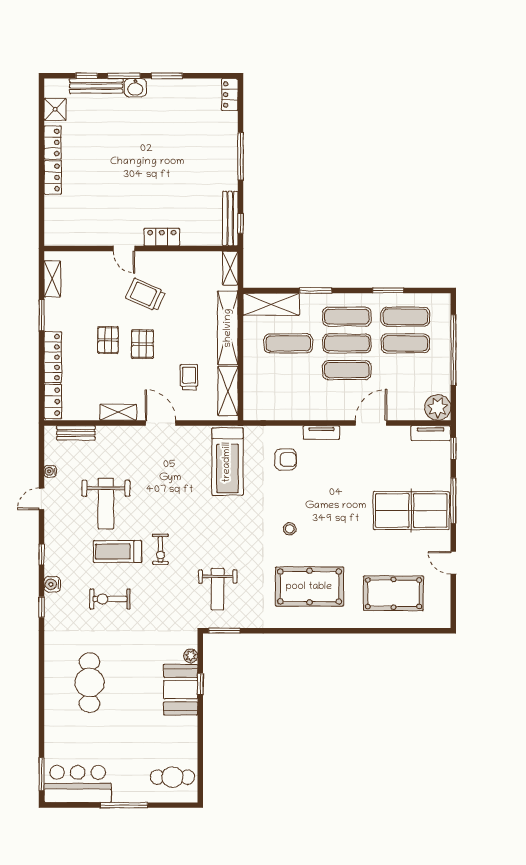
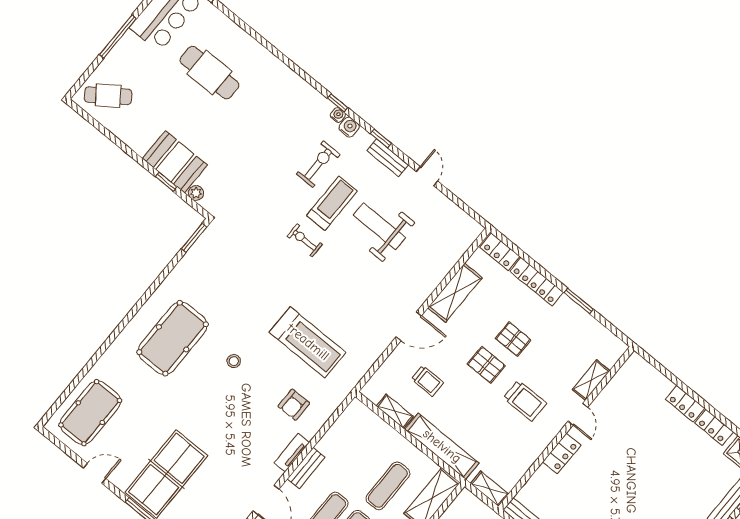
door: (124, 249) -> (578, 414), swing flipped
shelving: (52, 279) -> (591, 380), moved, turned 90
trolley: (146, 295) -> (525, 401), turned 66
shelving: (228, 391) -> (395, 411), width x0.67, depth x0.75
shelving: (118, 412) -> (455, 293), width x1.50, depth x1.33
bench: (324, 413) -> (306, 468), added
bench: (76, 433) -> (388, 158), moved, turned 90
treadmill: (227, 462) -> (308, 342), moved, turned 180
water cooler: (50, 471) -> (338, 115), moved
weight bench: (218, 589) -> (233, 261), removed
pool table: (393, 593) -> (90, 413), moved
exercise bike: (110, 599) -> (318, 164), moved
cafe table: (89, 683) -> (209, 73), moved
cafe table: (173, 777) -> (108, 96), turned 54

